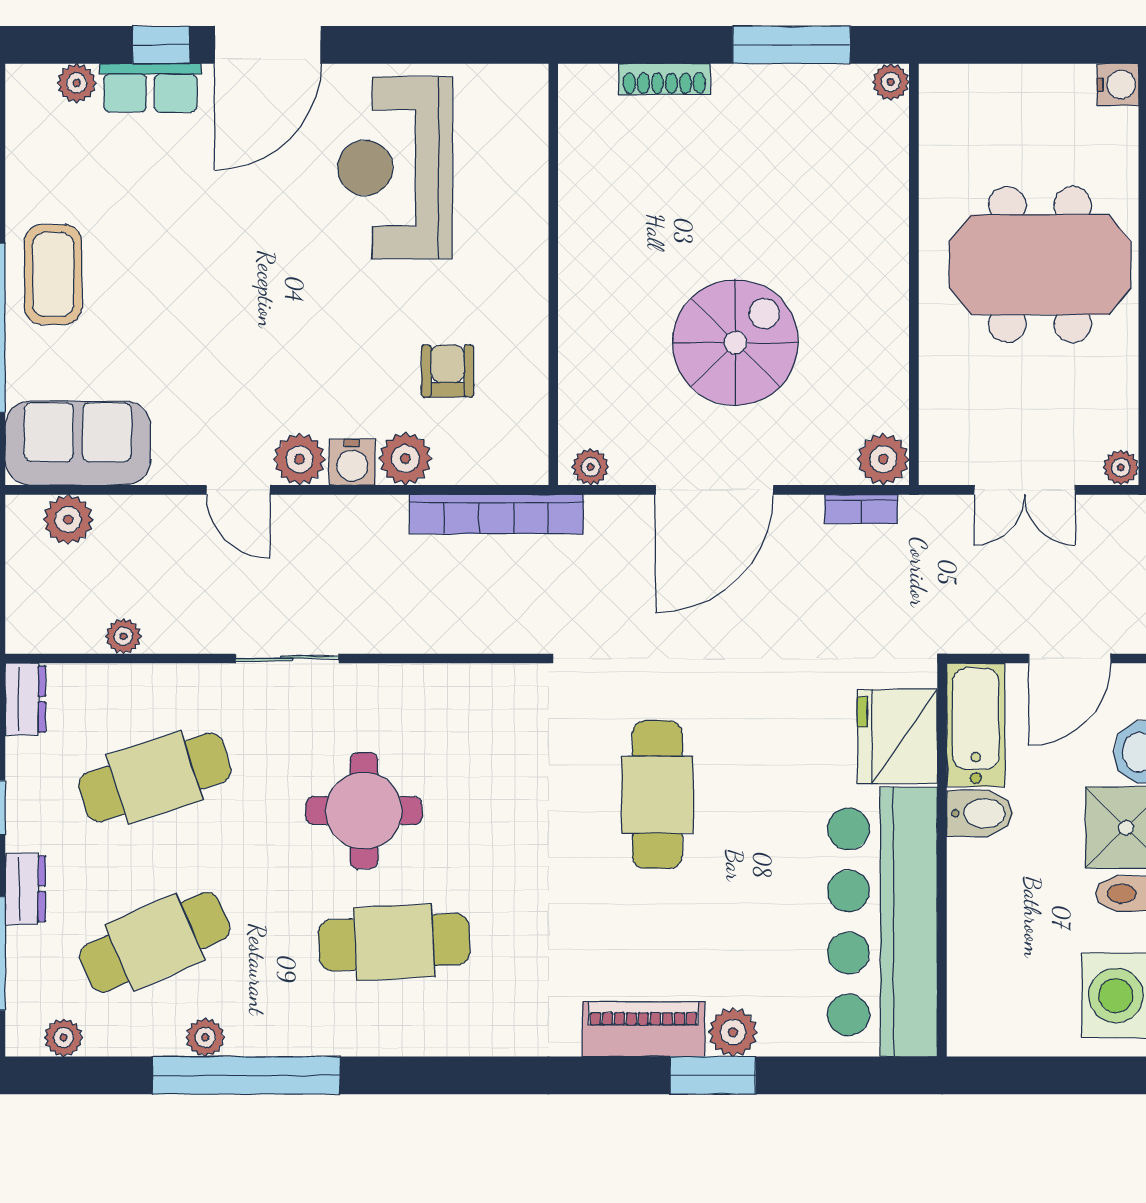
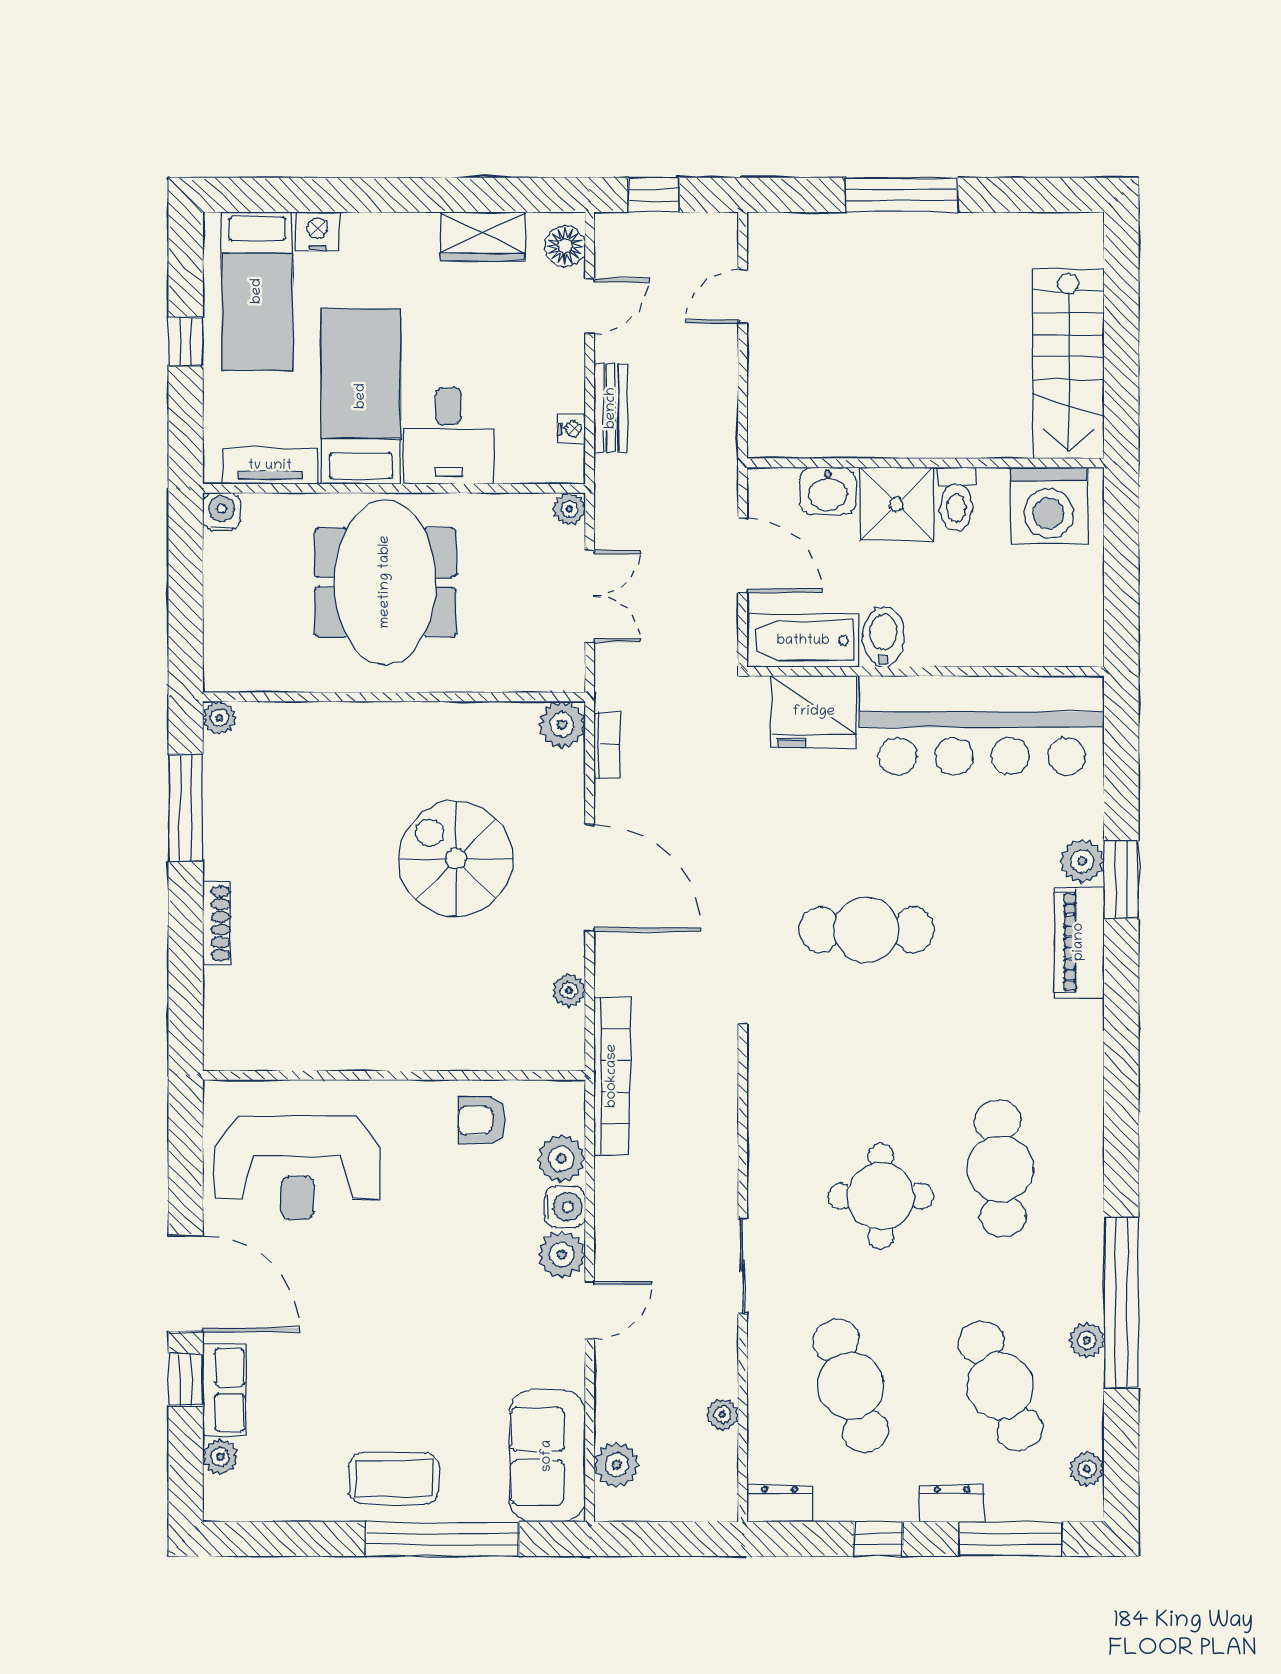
wall: (553, 274) -> (394, 1075), moved

